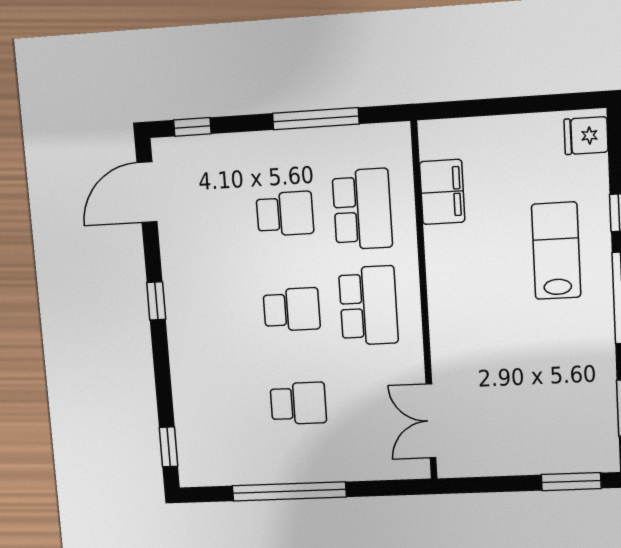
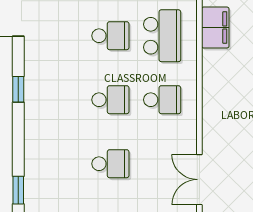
school desk: (368, 306) -> (162, 100), width x0.54

